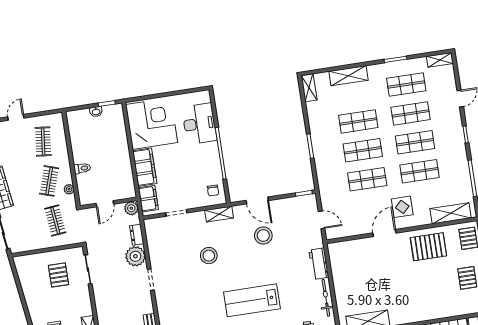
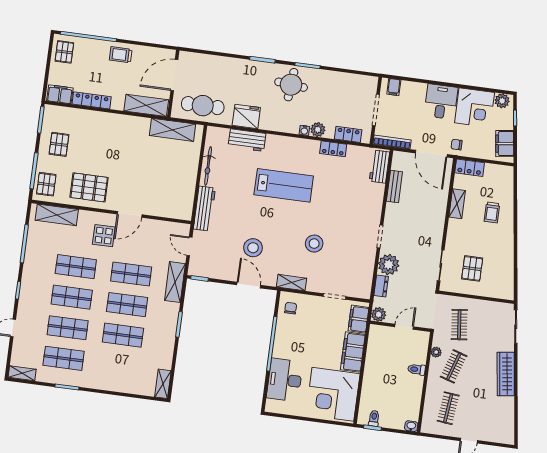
shelving: (348, 76) -> (175, 282), moved, turned 90
washbasin: (96, 112) -> (411, 426), moved
toilet: (108, 113) -> (374, 418), added
workbench: (319, 264) -> (204, 209), width x1.38

